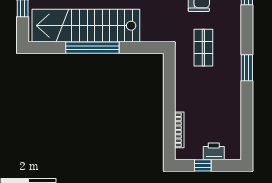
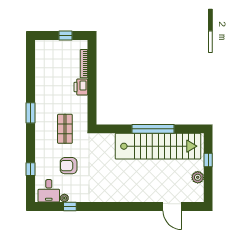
printer: (214, 151) -> (81, 87), moved, turned 90

